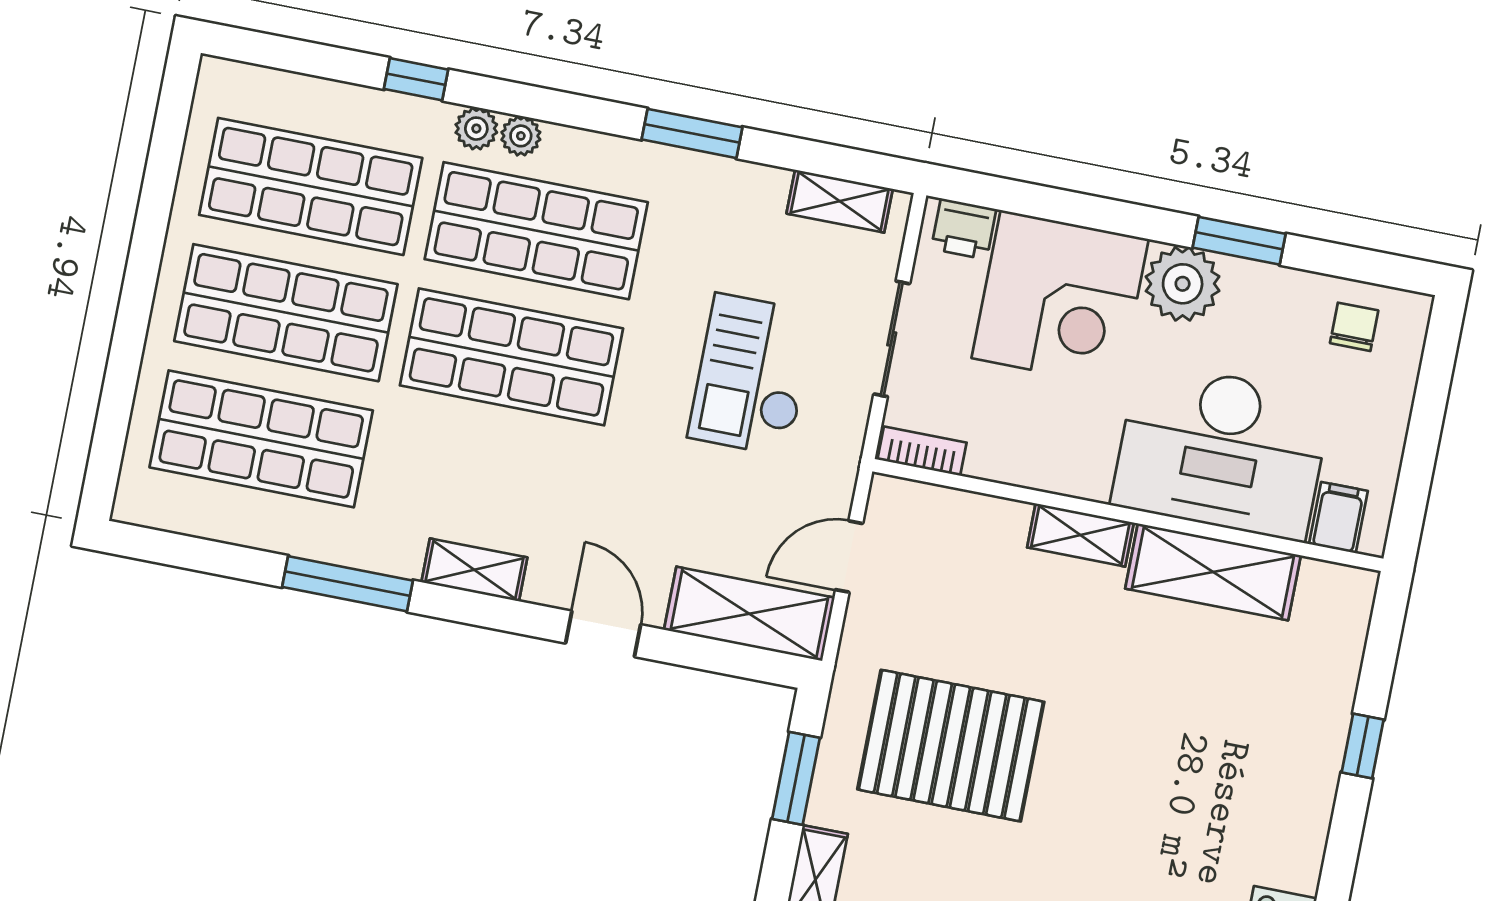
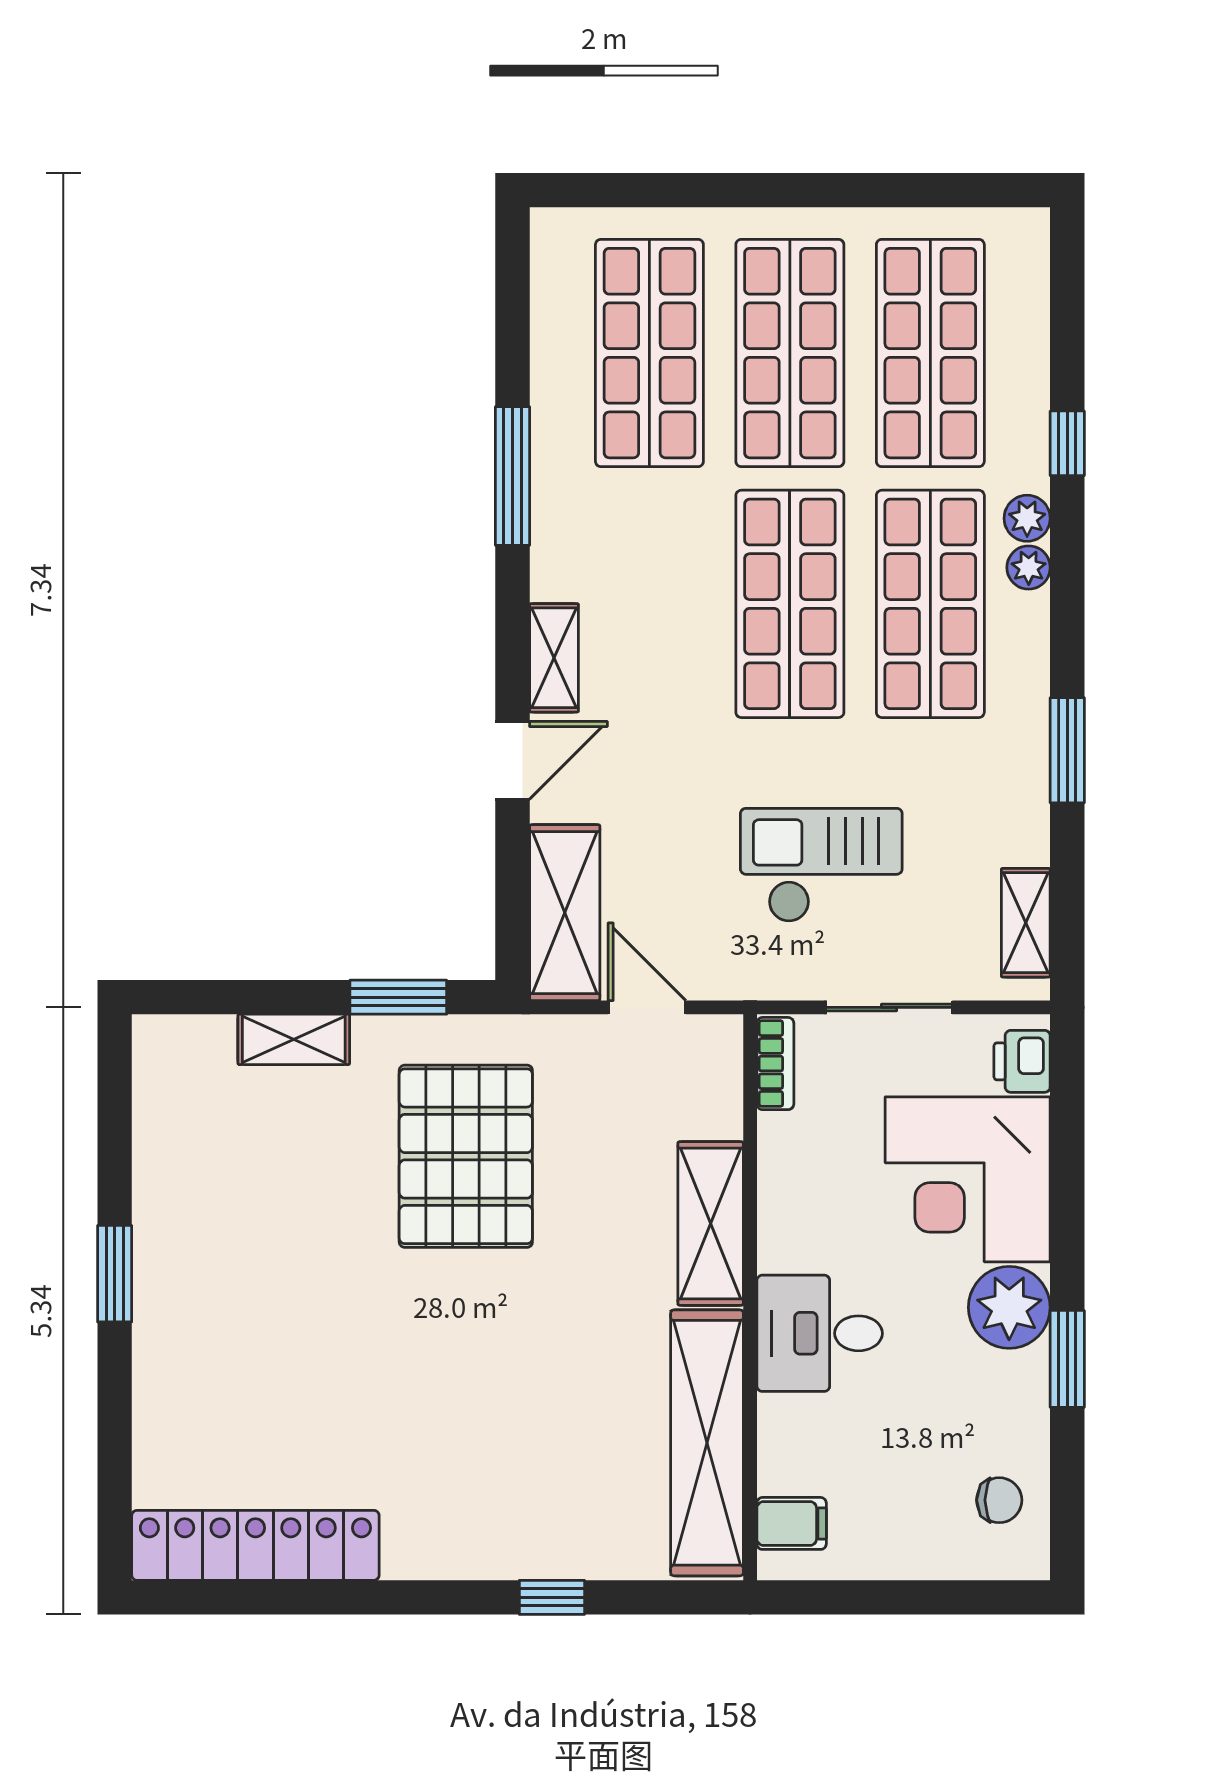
desk: (1221, 451) -> (820, 1333), width x0.53, depth x0.77
shelving: (1080, 535) -> (711, 1223), width x1.50, depth x1.33
shelving: (474, 570) -> (554, 658), moved
shelving: (1213, 572) -> (707, 1443), width x1.47

